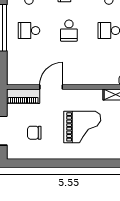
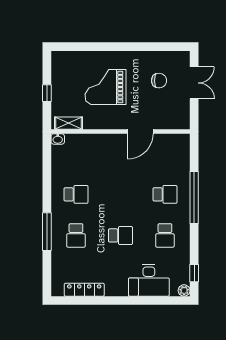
school desk: (69, 31) -> (120, 194), removed
piano: (23, 96) -> (172, 121), removed

